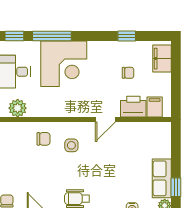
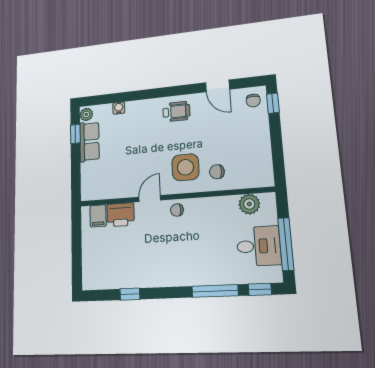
filing cabinet: (162, 59) -> (91, 270), removed
corner desk: (64, 64) -> (199, 259), removed
chair: (128, 73) -> (177, 210), moved
side table: (71, 145) -> (185, 167), width x1.87, depth x1.87

